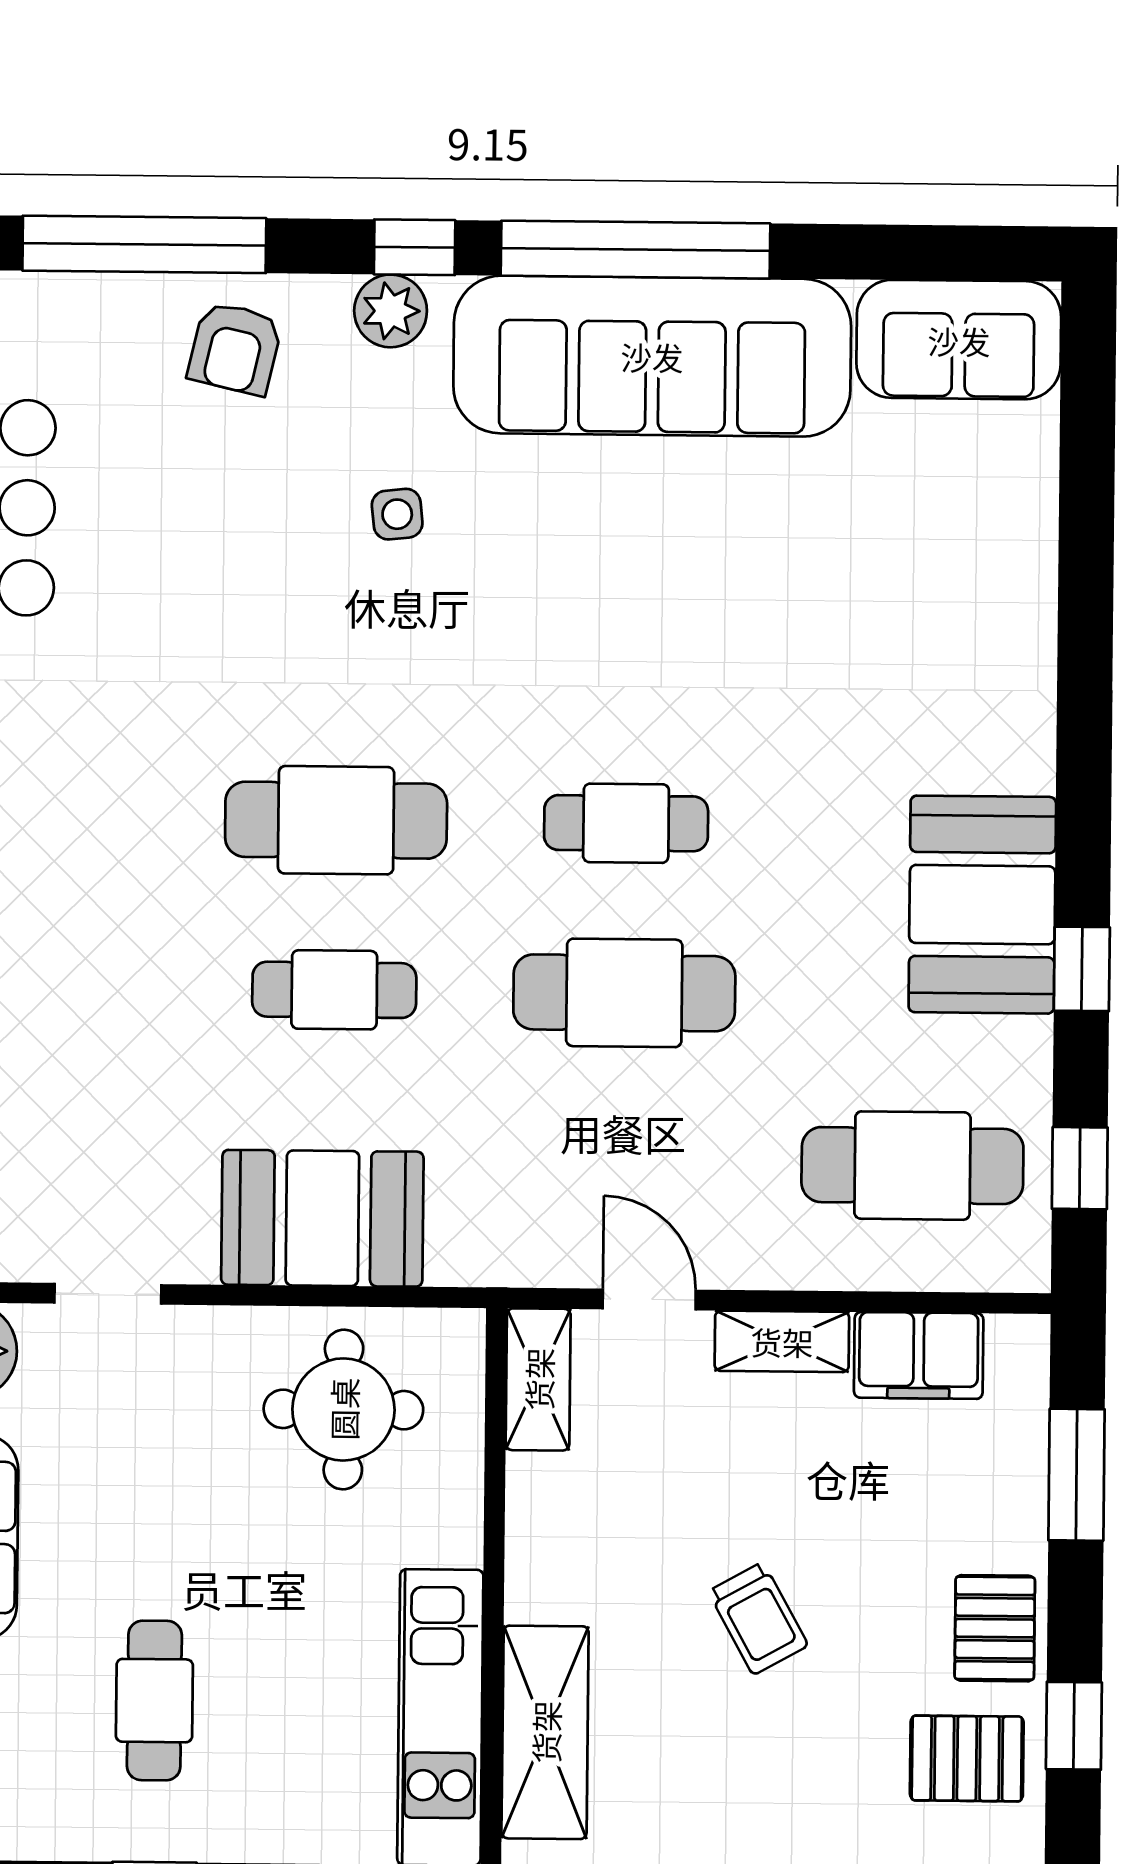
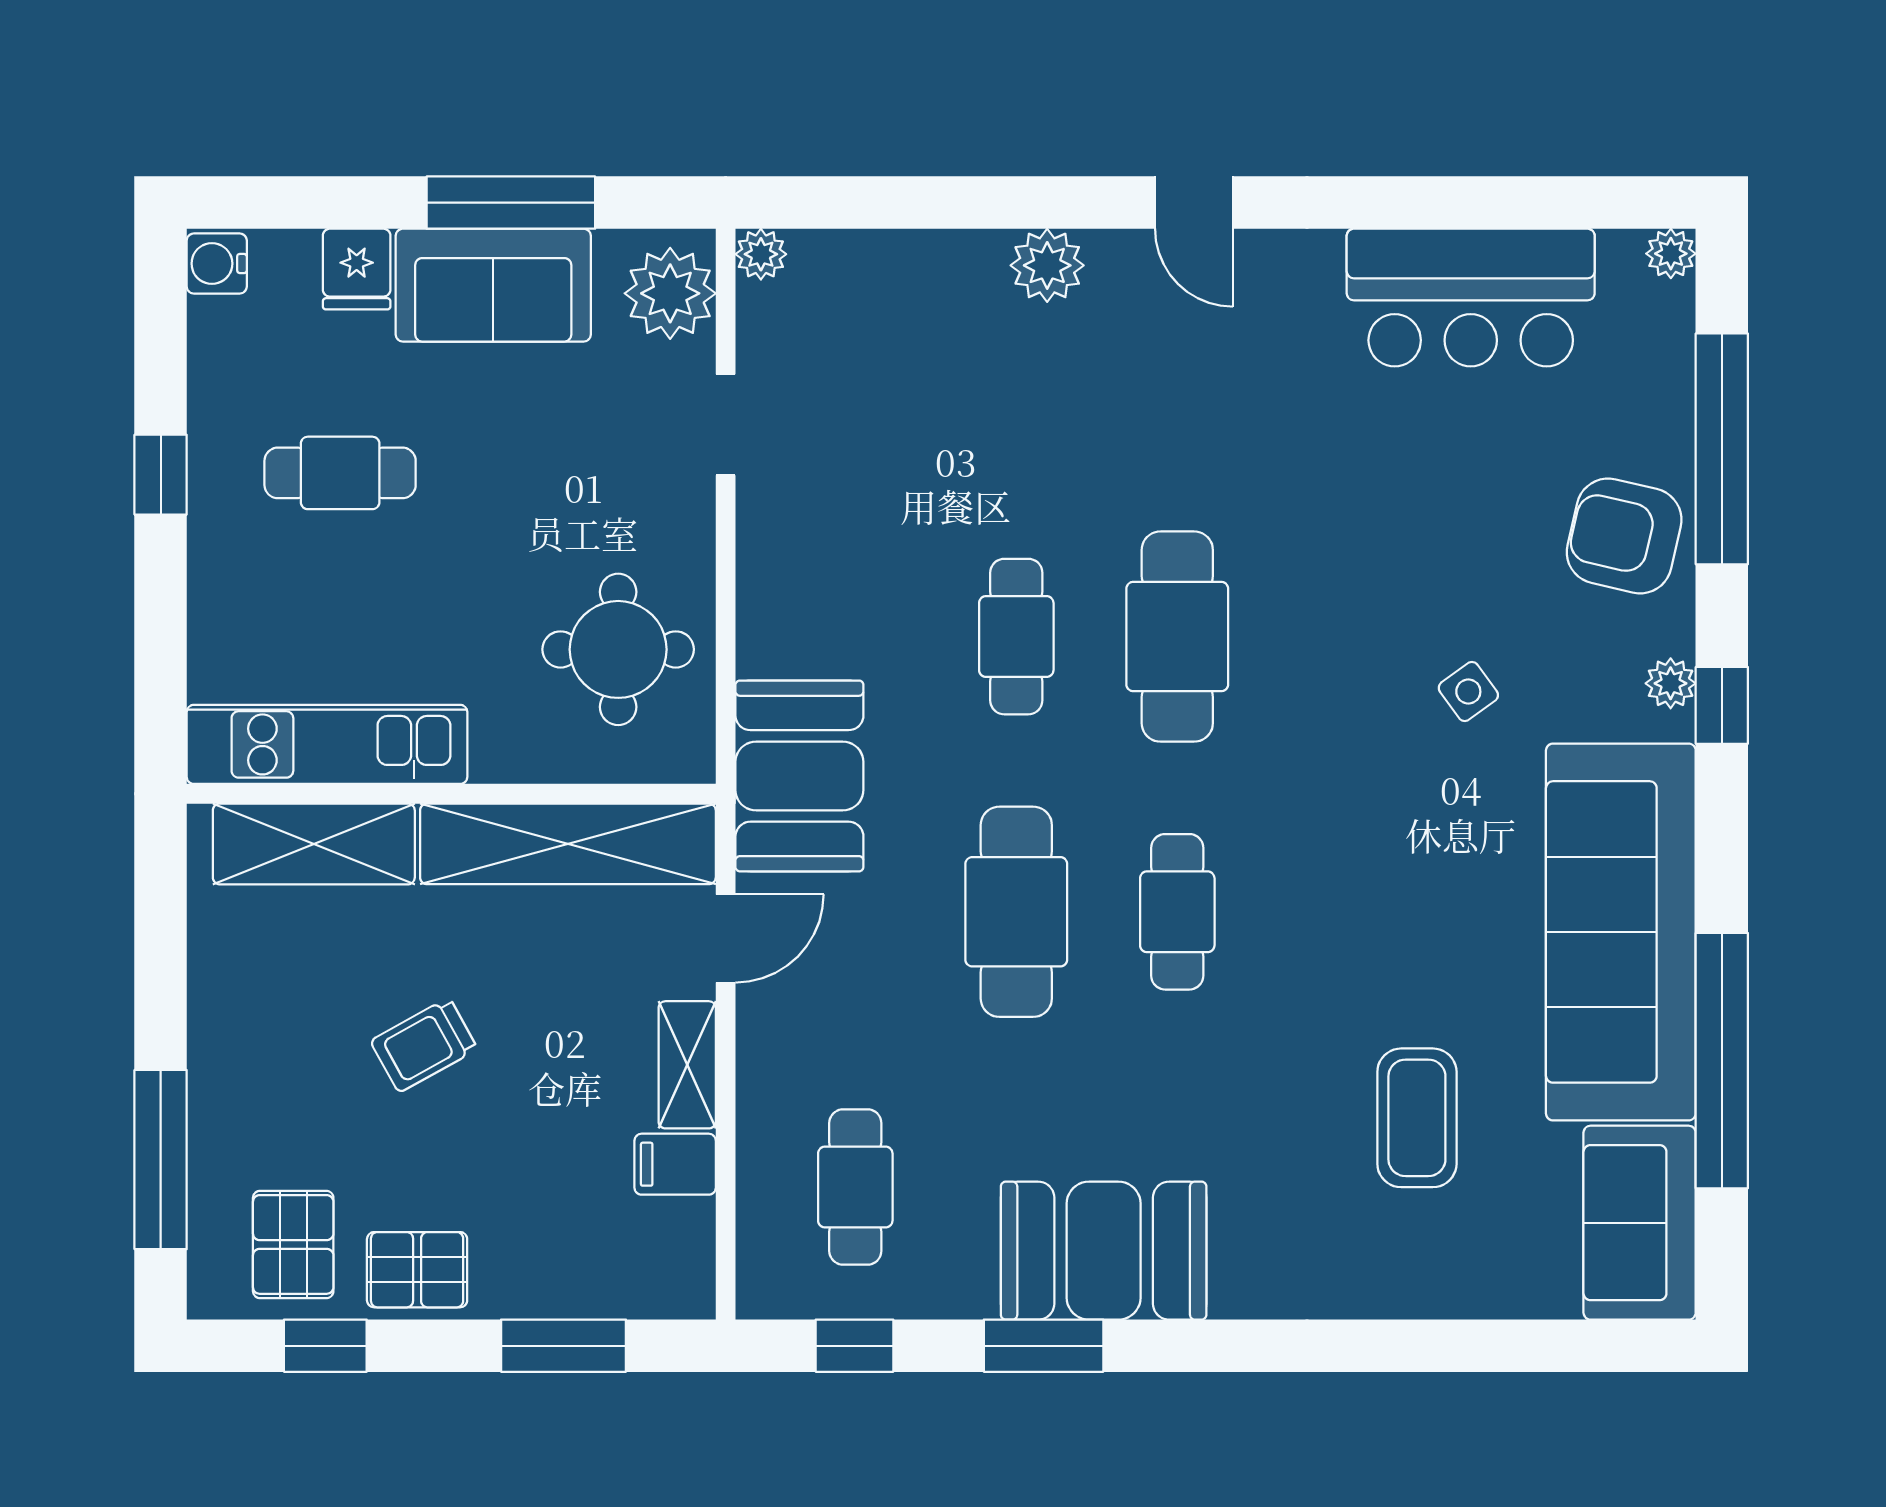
window: (635, 250) -> (1722, 1061), moved
plant: (391, 311) -> (1671, 683), width x0.73, depth x0.73
armchair: (235, 348) -> (1624, 536), width x1.38, depth x1.38
side table: (397, 514) -> (1468, 692), turned -30
coffee table: (846, 573) -> (1417, 1118), added
window: (1082, 969) -> (1044, 1346), width x1.50
cafe table: (912, 1166) -> (855, 1187), width x0.73, depth x0.74
booth: (322, 1218) -> (799, 776), moved
filing cabinet: (919, 1355) -> (675, 1164), width x0.50
shelving: (538, 1379) -> (568, 844), width x2.20, depth x1.33

